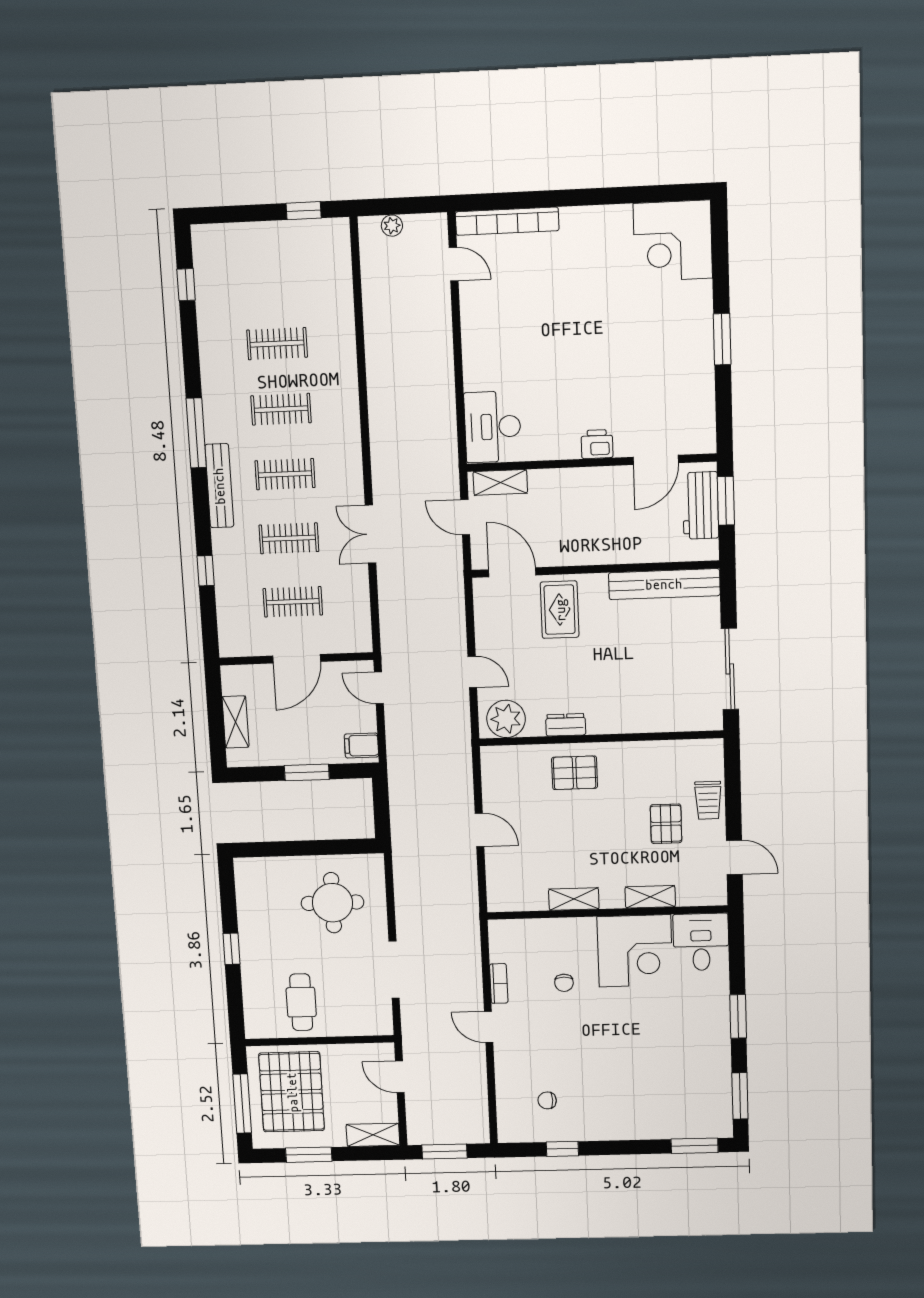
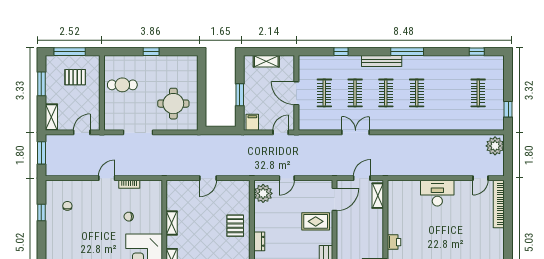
plant: (392, 226) -> (495, 146), width x1.87, depth x1.87
clothes rail: (277, 344) -> (478, 93), moved
desk: (493, 427) -> (437, 193), moved
dresser: (566, 725) -> (259, 241), moved
pallet: (292, 1092) -> (75, 77), width x0.49, depth x0.50

